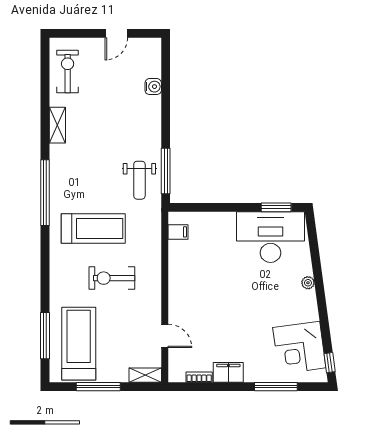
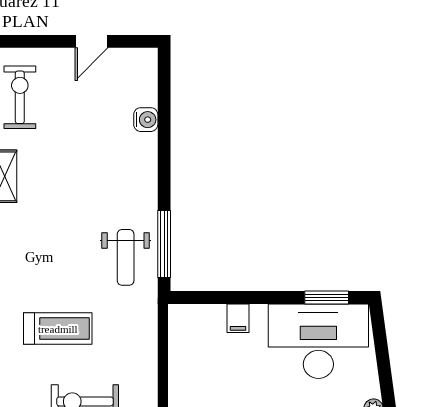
treadmill: (93, 229) -> (58, 329), width x0.73, depth x0.73
filing cabinet: (178, 232) -> (238, 318), moved, turned 90

